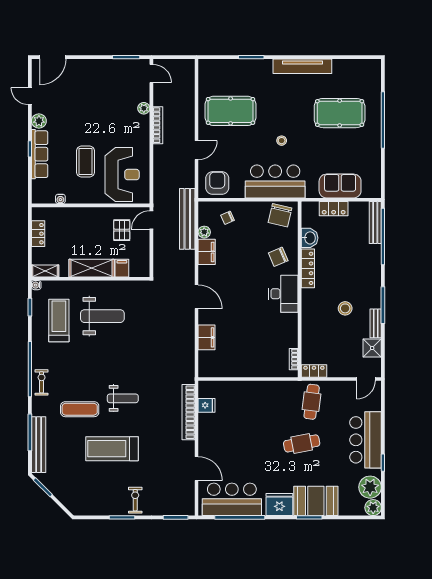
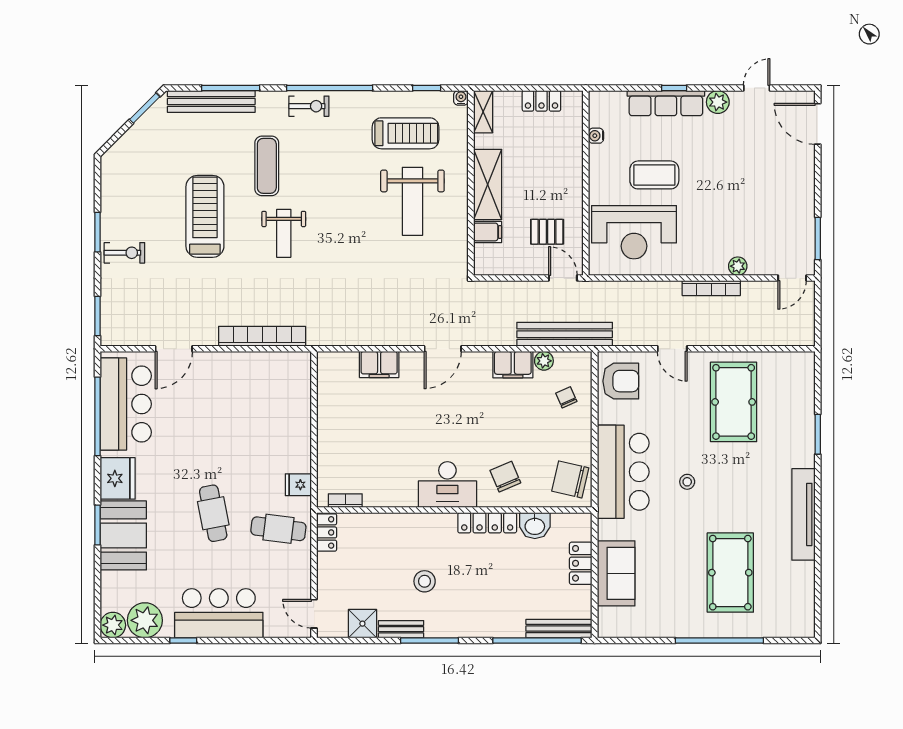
fridge: (207, 405) -> (298, 485), moved, turned 90

